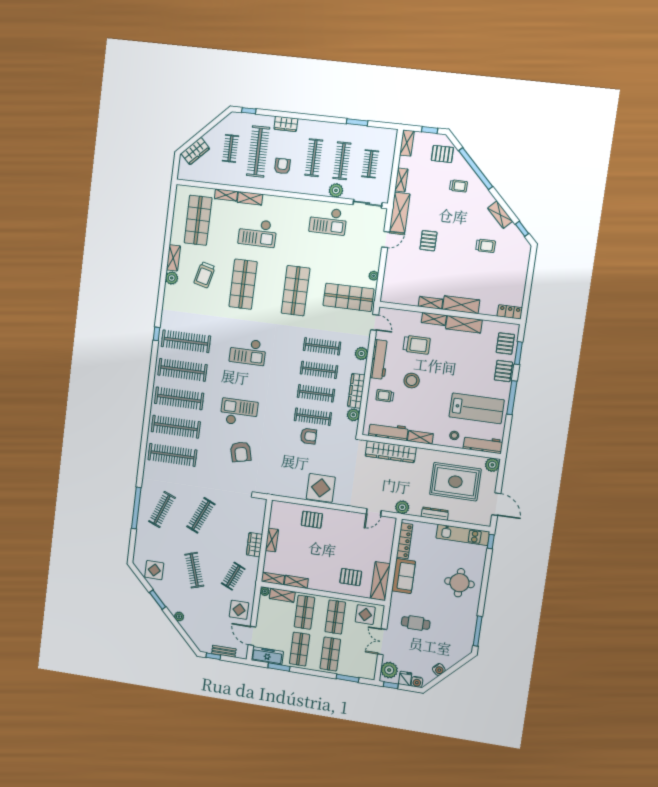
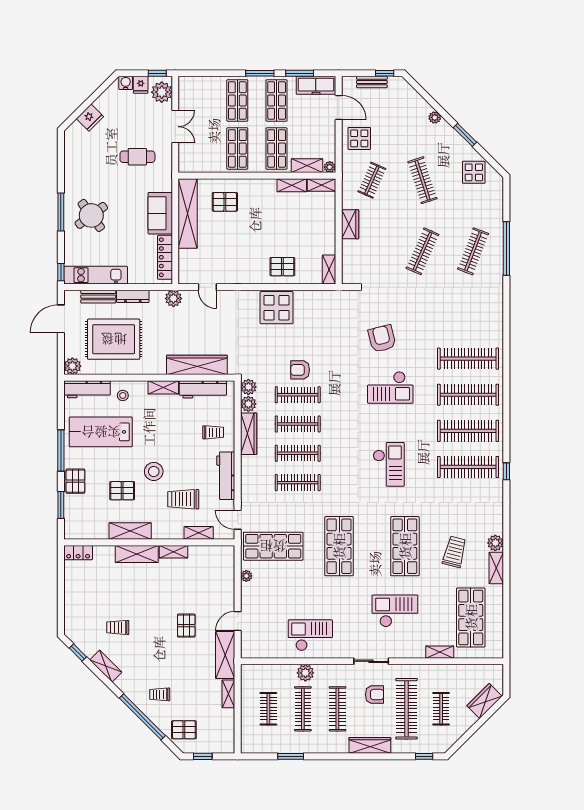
wardrobe: (286, 124) -> (370, 745), width x1.50
shelving: (407, 143) -> (228, 738), removed
armchair: (282, 166) -> (375, 695), turned -90
shelving: (250, 198) -> (409, 651), removed
sliding door: (368, 204) -> (371, 661), moved
shelving: (434, 319) -> (199, 533), moved
pallet: (505, 344) -> (122, 491), moved, turned 90
checkout: (248, 351) -> (389, 464), turned 90
plant: (361, 353) -> (248, 387), moved
stool: (412, 381) -> (154, 471), moved
clothes rail: (172, 455) -> (468, 322), removed
door: (496, 504) -> (61, 319), hinge flipped
door: (374, 512) -> (207, 287), swing flipped
bench: (463, 517) -> (98, 297), added
shelving: (272, 540) -> (329, 269), moved
shelving: (380, 581) -> (188, 214), width x1.47
round table: (459, 583) -> (91, 215), turned -36
display table: (365, 615) -> (201, 158), removed
window: (478, 631) -> (61, 212), moved
fridge: (449, 660) -> (90, 118), added
water cooler: (439, 669) -> (101, 103), removed
window: (347, 678) -> (260, 73), moved

